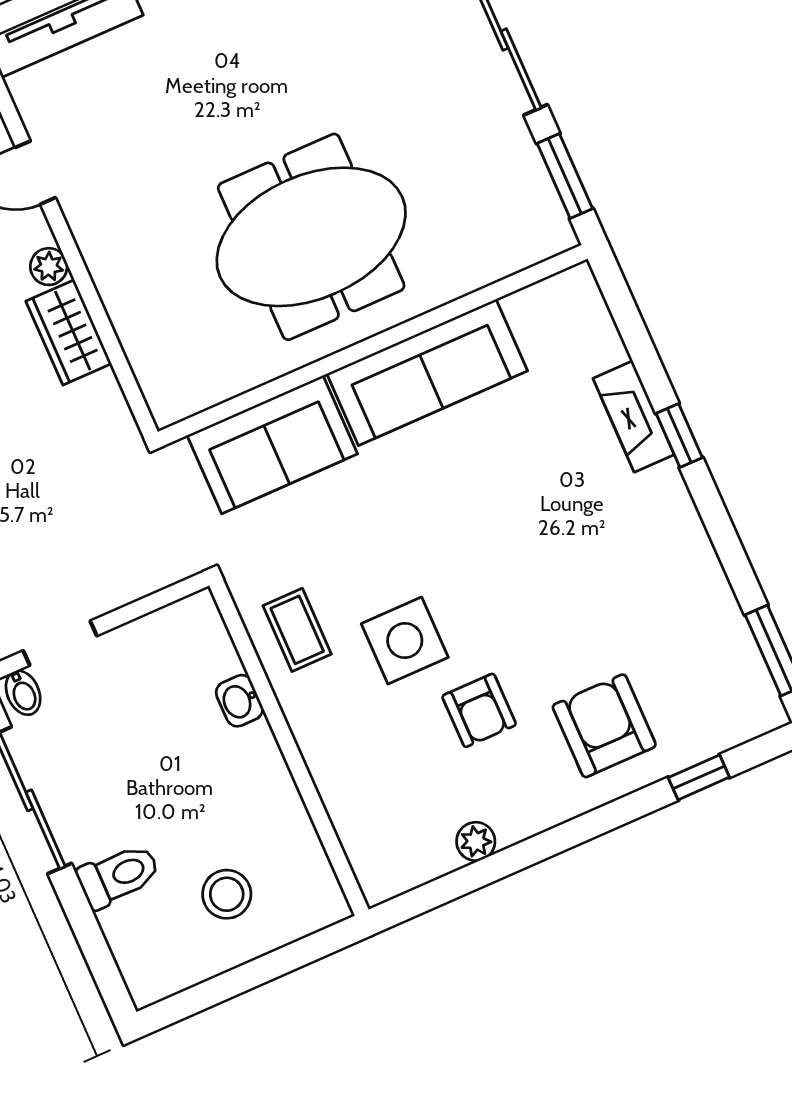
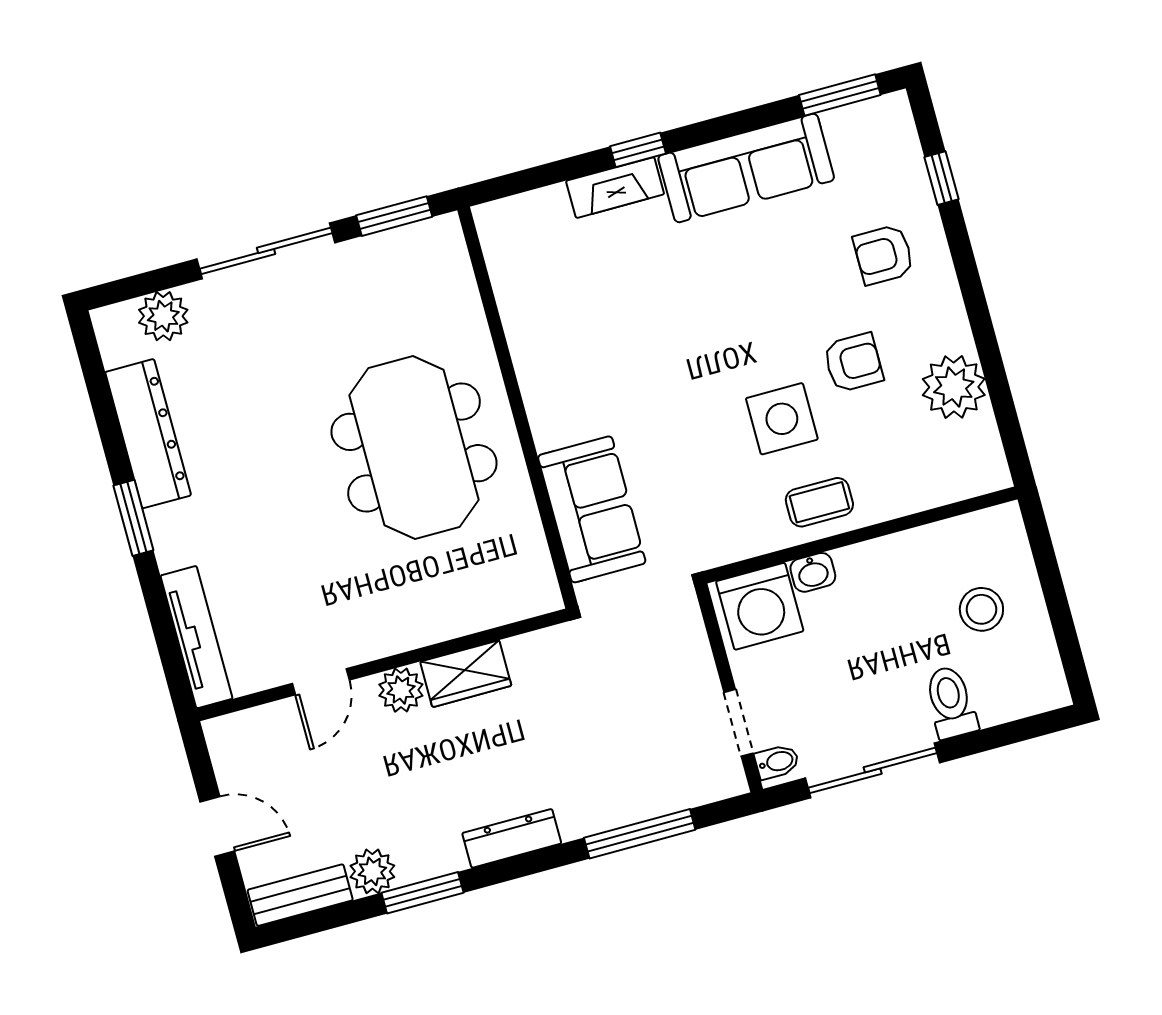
plant: (49, 267) -> (401, 690), width x1.38, depth x1.38
sofa: (427, 372) -> (746, 168), moved, turned 90
coffee table: (297, 630) -> (819, 502), moved
washing machine: (193, 647) -> (760, 606), added
armchair: (604, 726) -> (884, 255), width x0.72, depth x0.72
plant: (476, 841) -> (954, 387), width x1.88, depth x1.88

